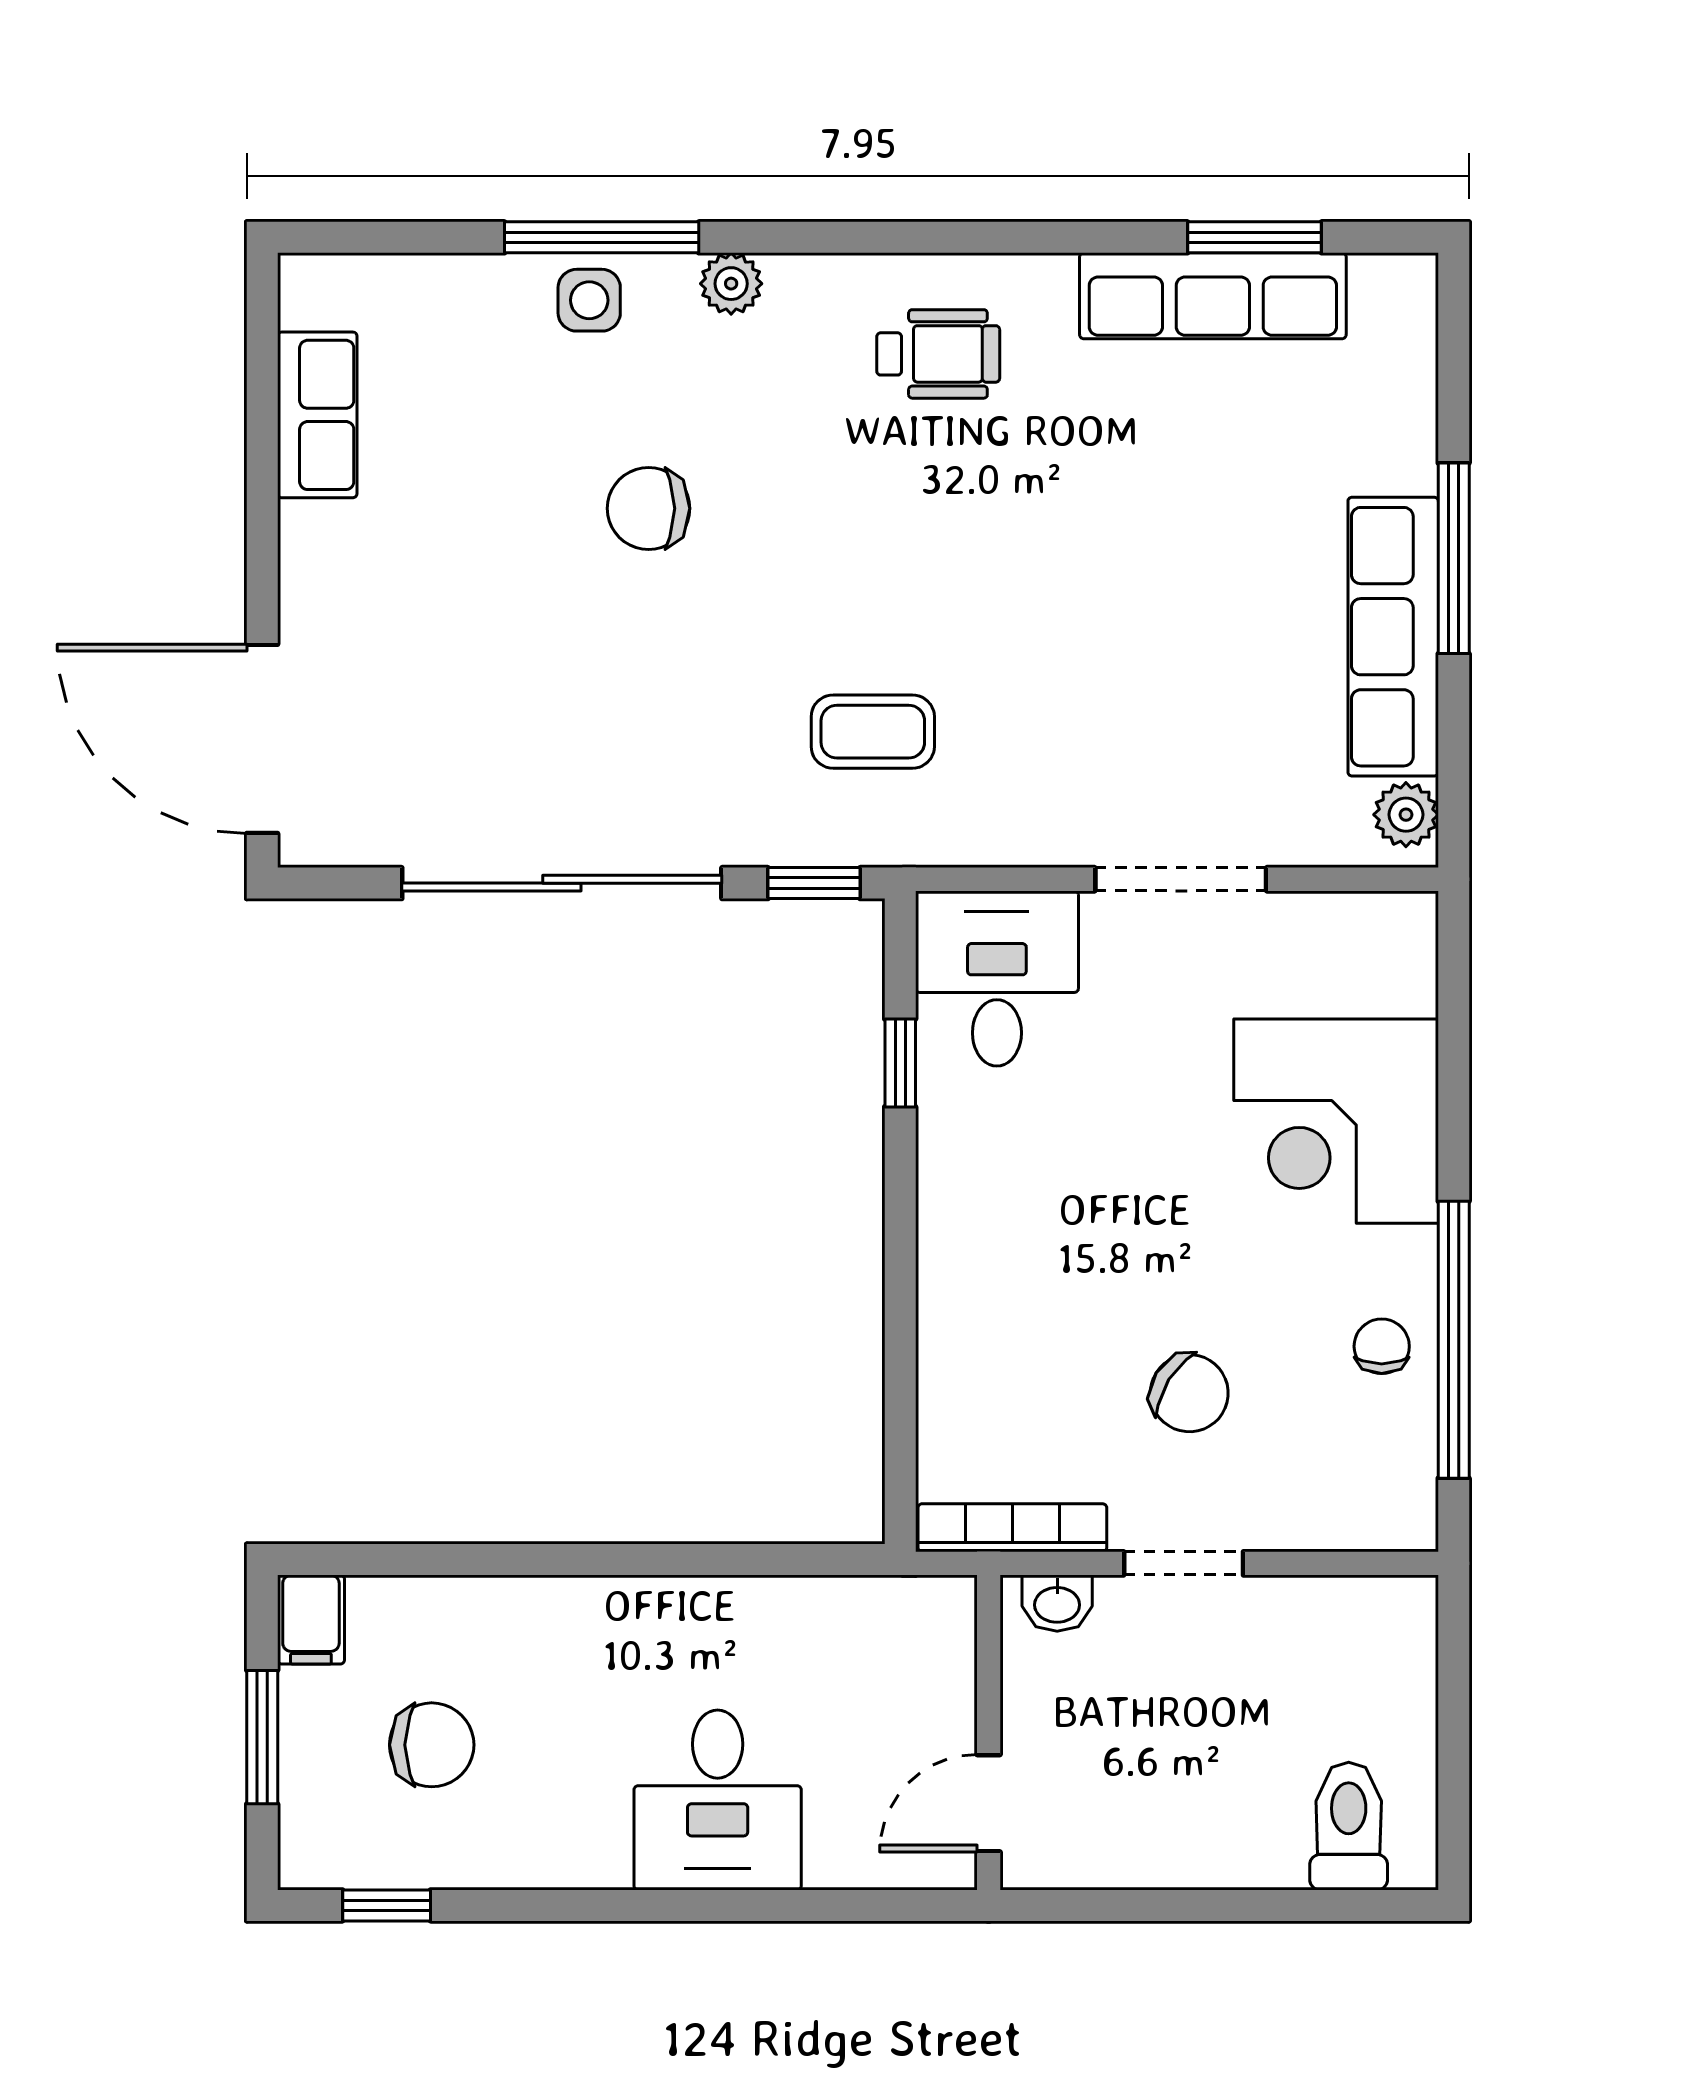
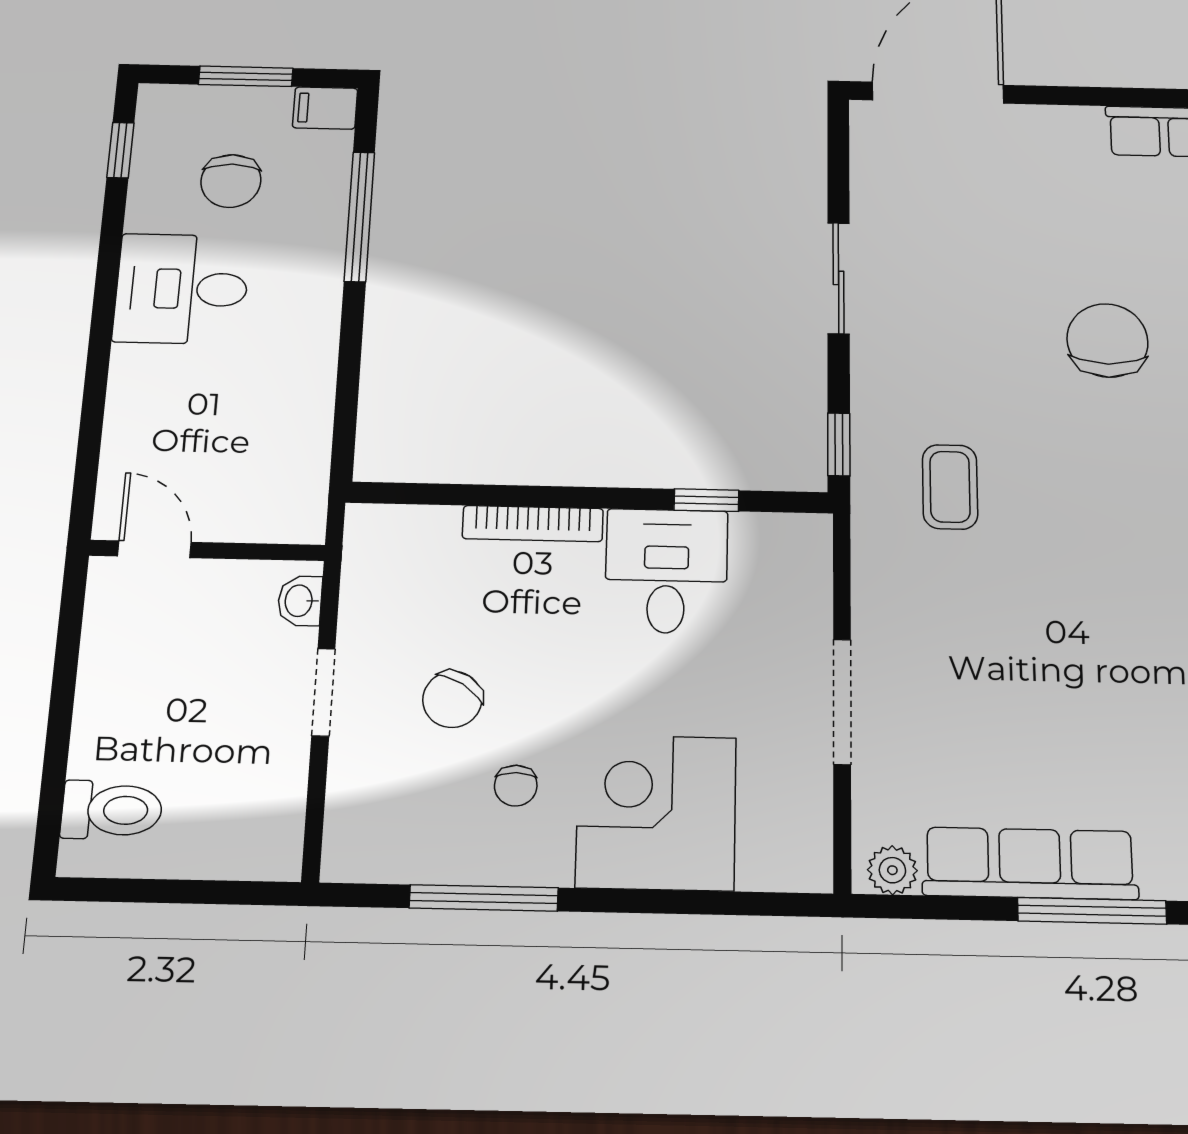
chair: (649, 508) -> (1107, 340), width x1.37, depth x1.37
sliding door: (562, 883) -> (839, 278), width x0.54
desk: (997, 978) -> (666, 571), moved, turned -90
window: (1454, 1340) -> (484, 898), width x0.68
chair: (1382, 1346) -> (516, 786), moved, turned 90
bookcase: (1012, 1528) -> (533, 524), moved, turned 90
window: (483, 1560) -> (359, 217), added
desk: (718, 1800) -> (182, 289), moved

